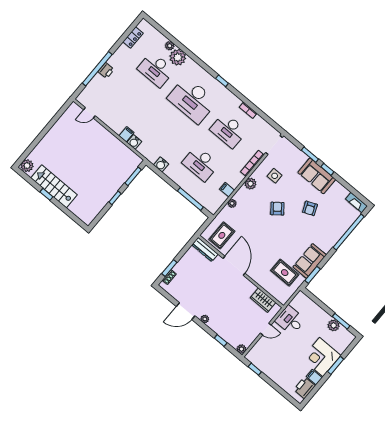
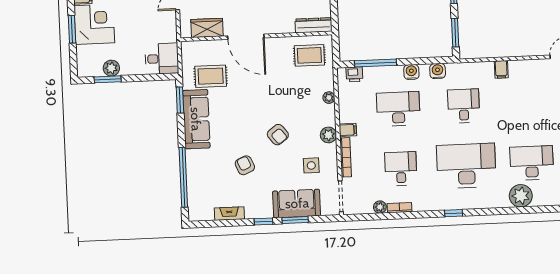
plant: (170, 46) -> (380, 207), moved
desk: (228, 130) -> (401, 169), width x0.73
desk: (164, 133) -> (464, 106), added
water cooler: (134, 142) -> (411, 72), moved
sofa: (317, 176) -> (297, 203), moved
filing cabinet: (227, 190) -> (348, 130), moved
printer: (207, 203) -> (354, 74), added
fireplace: (356, 203) -> (229, 214), moved
rug: (222, 235) -> (309, 55), turned 90
sofa: (310, 261) -> (196, 119), width x1.36
door: (234, 266) -> (246, 37), moved
desk: (290, 320) -> (162, 59), moved

